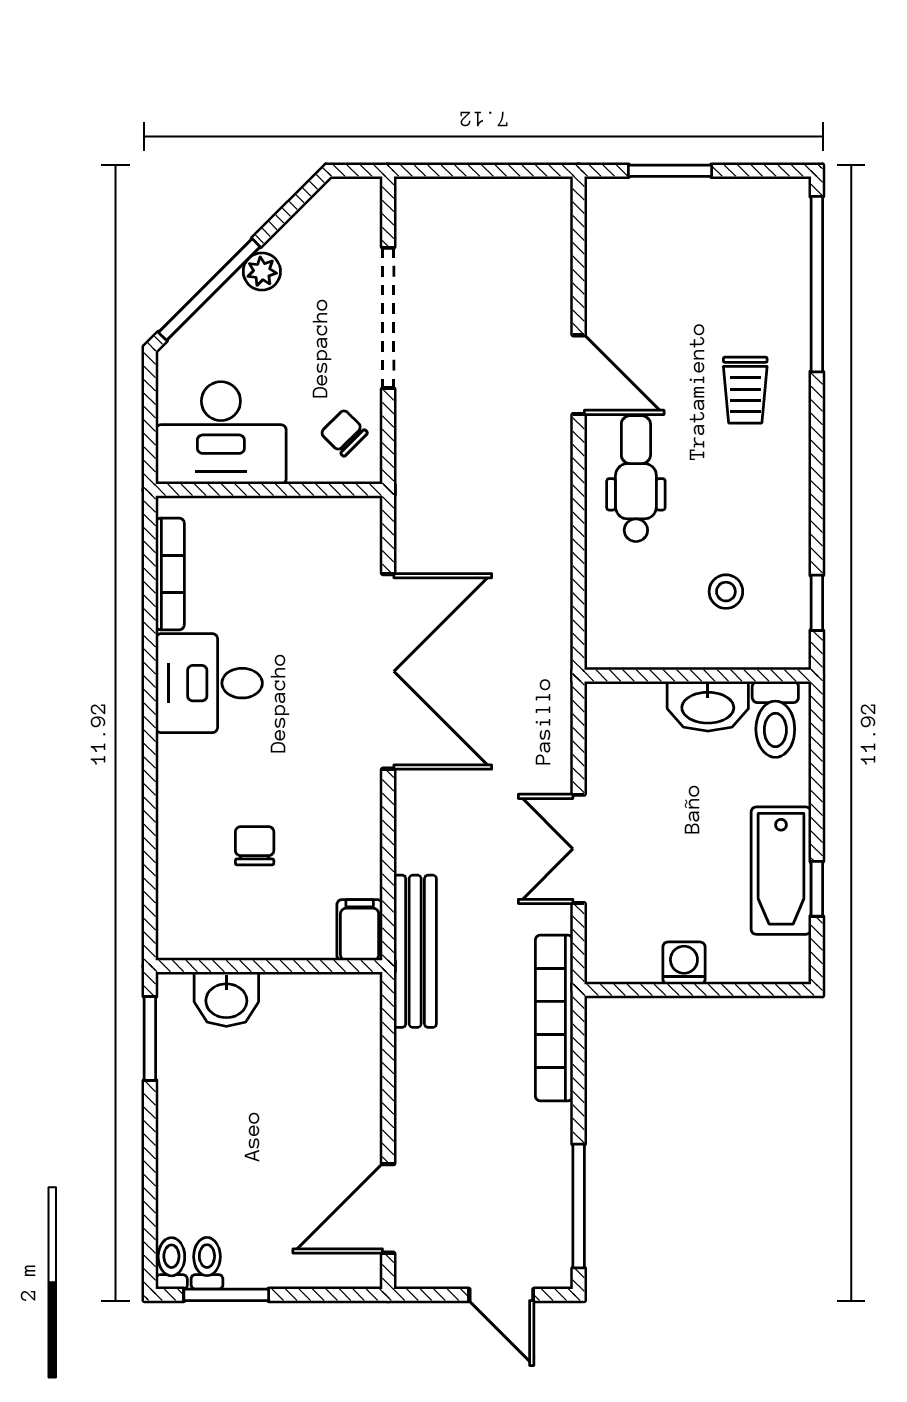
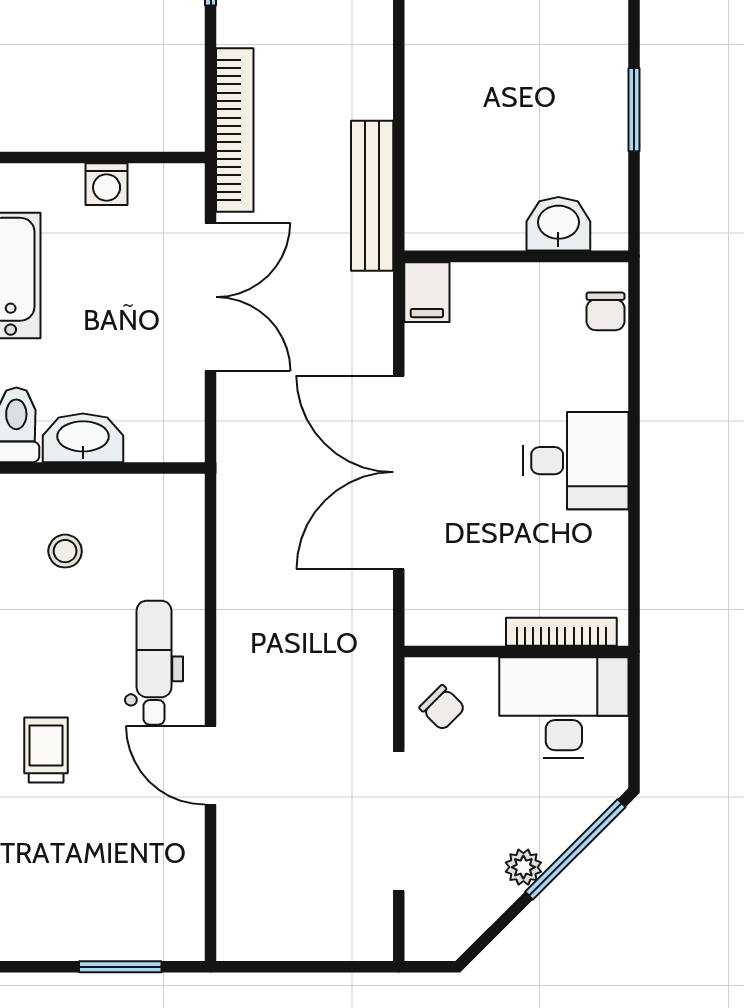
dental chair: (636, 479) -> (154, 663), turned 180
bookcase: (170, 574) -> (561, 632), moved, turned 90
chair: (255, 846) -> (605, 311), moved
double door: (579, 849) -> (211, 297), width x1.37
filing cabinet: (360, 930) -> (427, 292), moved
wall: (269, 966) -> (516, 256), moved
washbasin: (226, 999) -> (558, 224), moved

